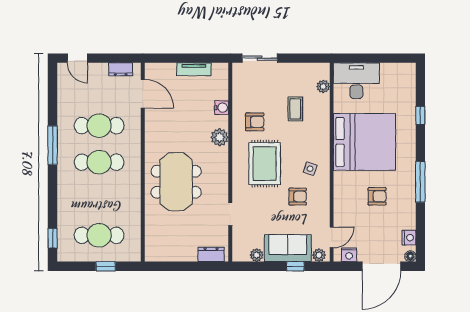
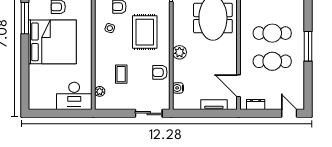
tv unit: (194, 69) -> (214, 105), moved
water cooler: (222, 108) -> (178, 88), moved
window: (420, 115) -> (25, 69), removed
armchair: (255, 122) -> (160, 72), moved
bed: (364, 142) -> (52, 42), moved, turned 180

